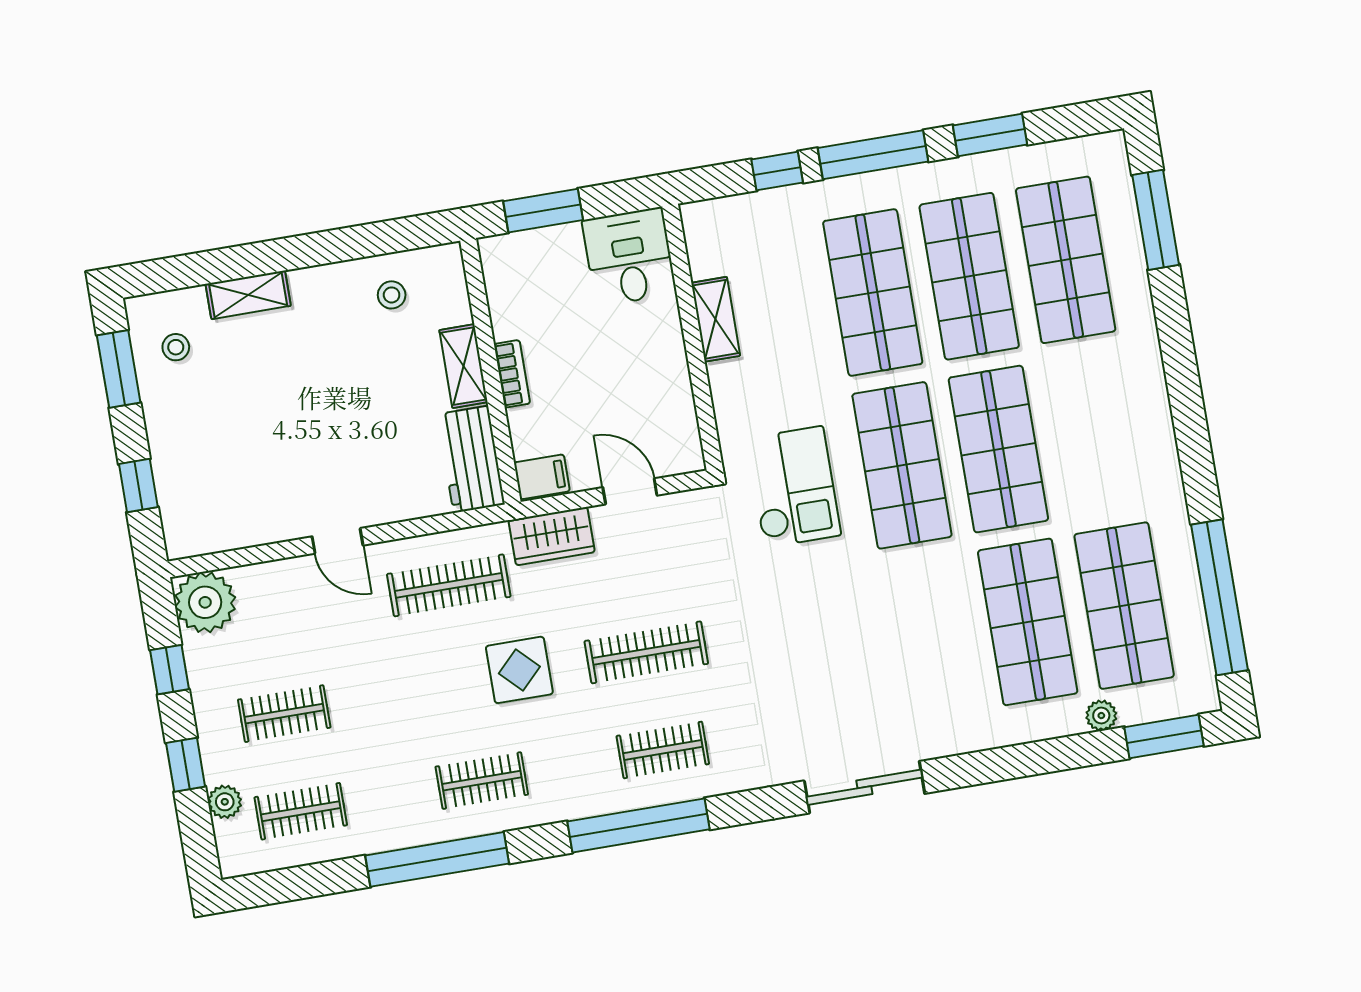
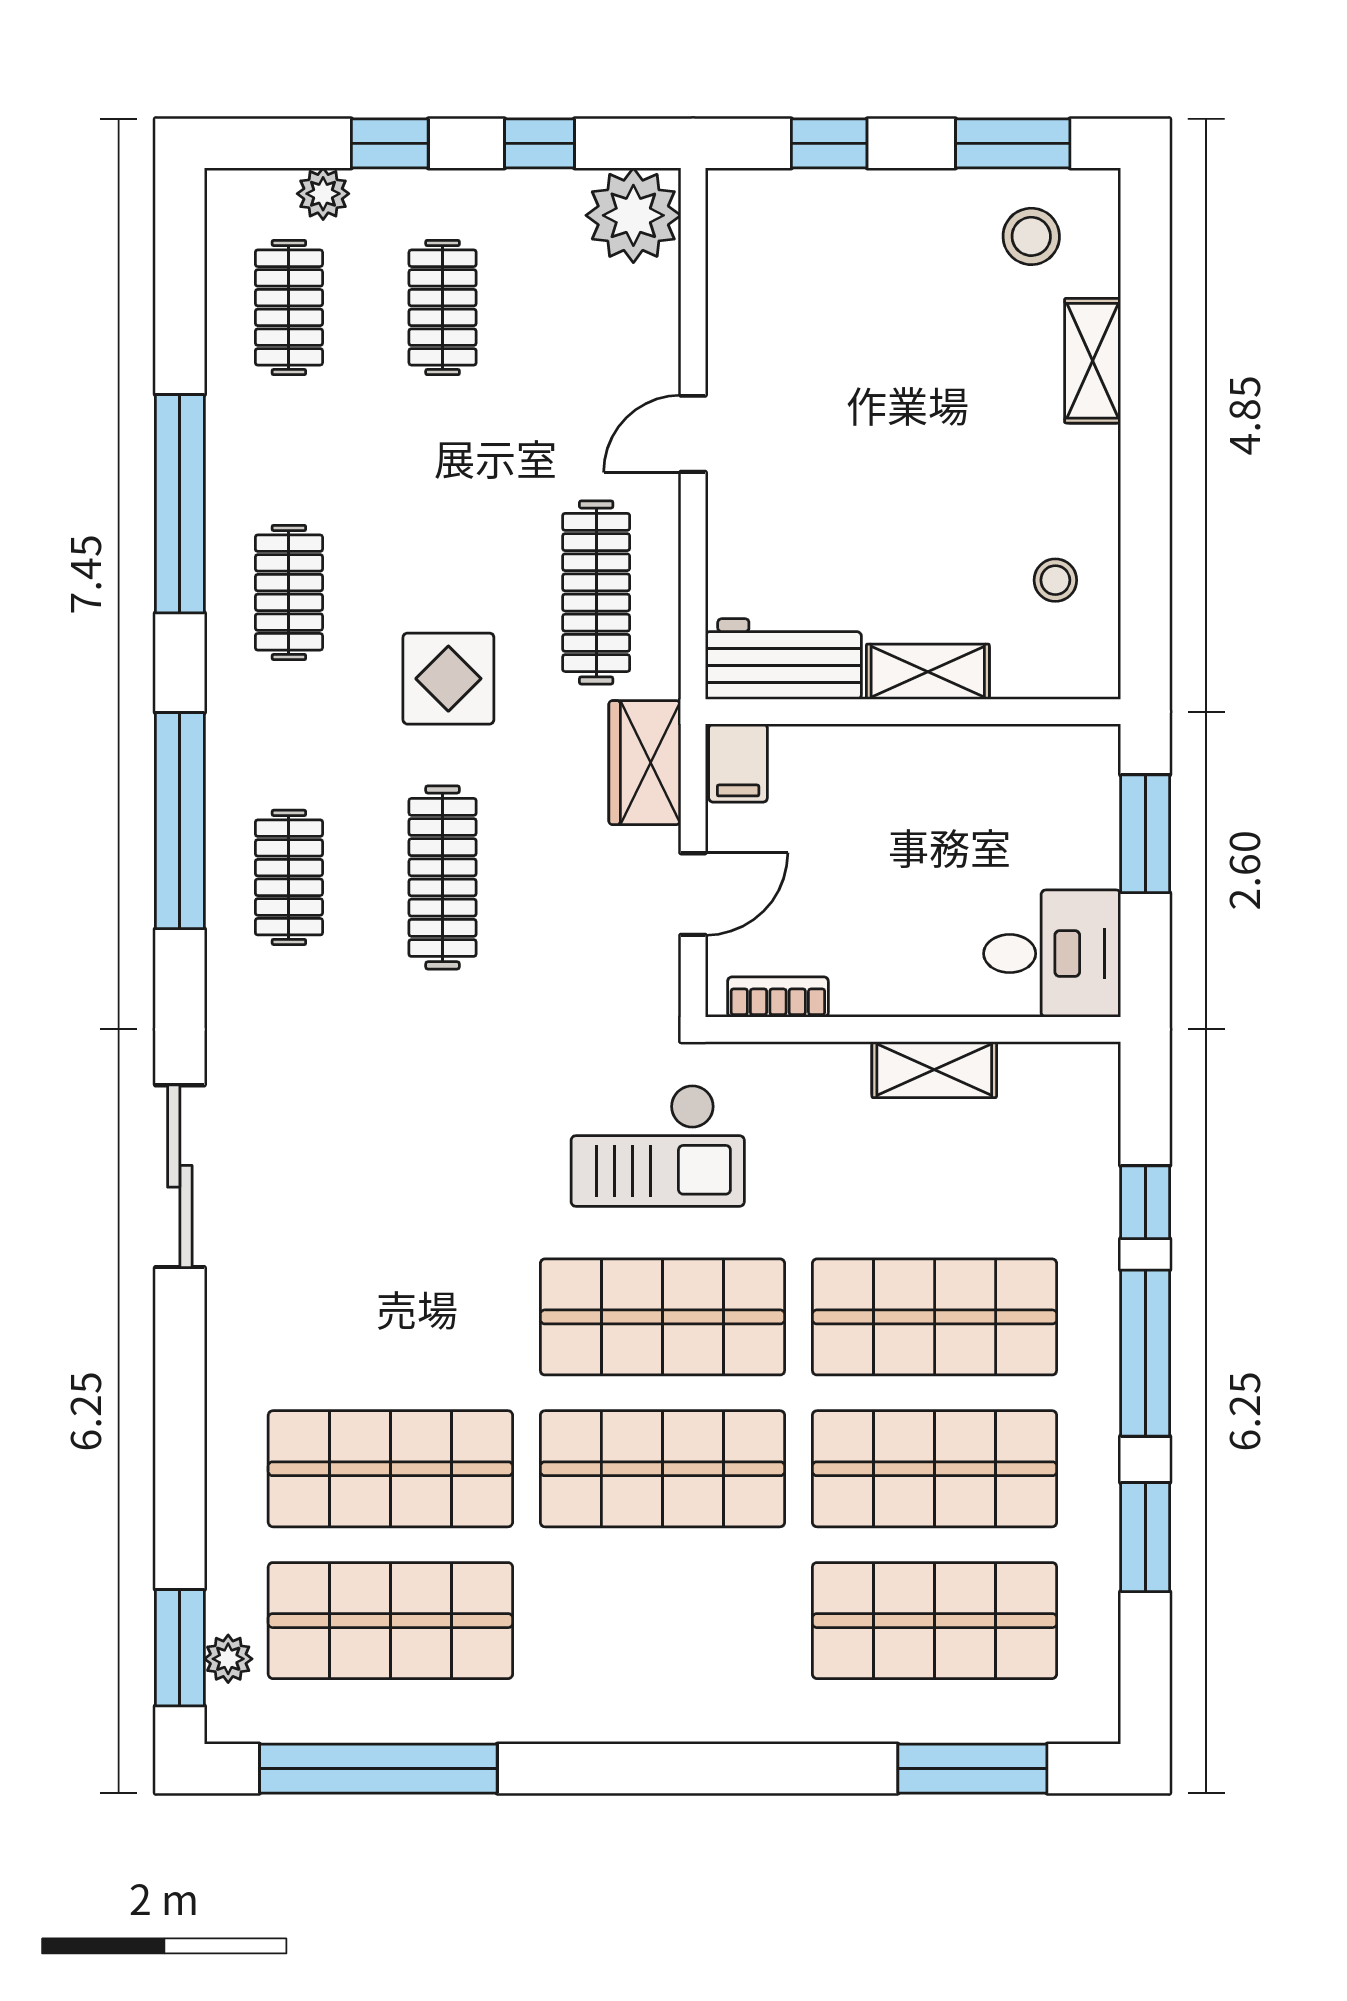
stool: (176, 347) -> (1031, 236), width x1.37, depth x1.37
bookcase: (512, 374) -> (778, 997), moved, turned 180
plant: (1101, 716) -> (228, 1659), moved

